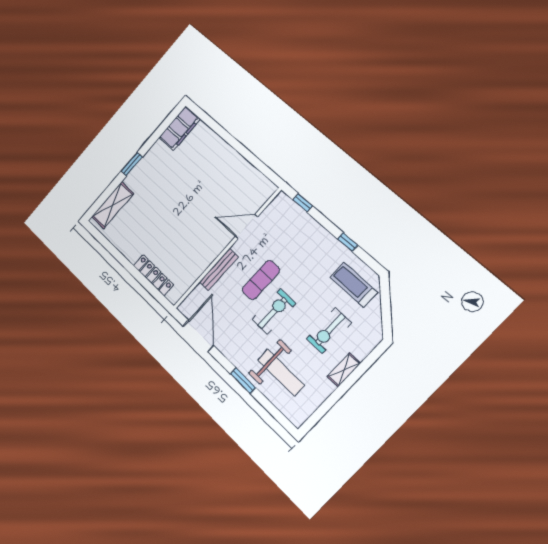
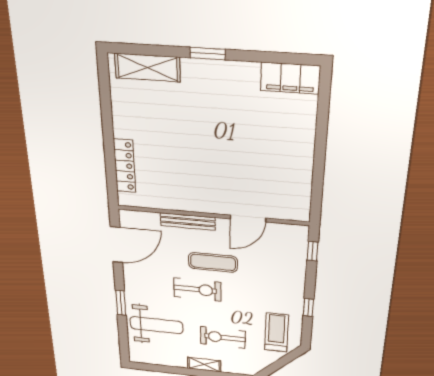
door: (246, 227) -> (248, 219), swing flipped
weight bench: (281, 373) -> (156, 325), turned -90

